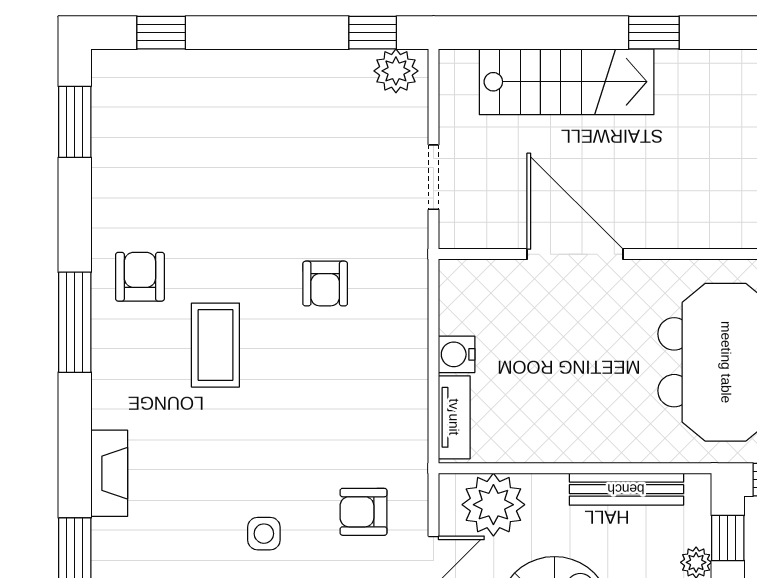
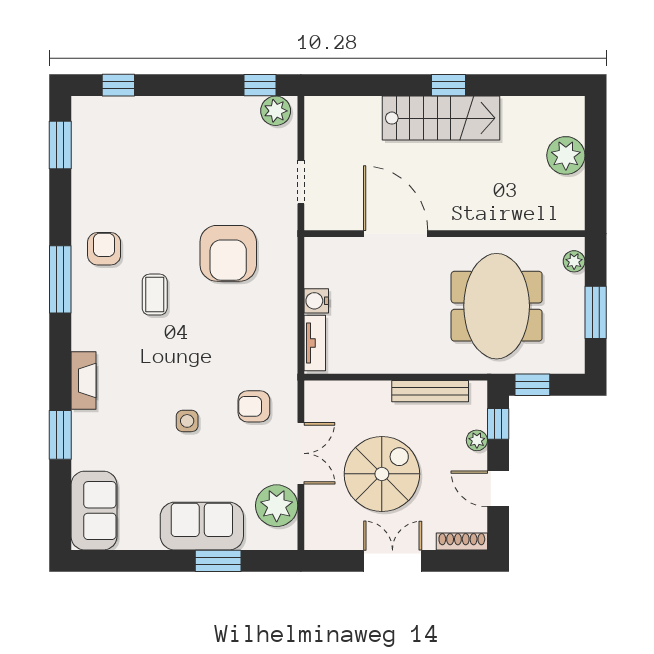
stairs: (567, 82) -> (441, 118), moved
armchair: (325, 284) -> (228, 253), width x1.88, depth x1.88
coffee table: (215, 345) -> (155, 295), width x0.73, depth x0.77
plant: (493, 505) -> (341, 402), removed

